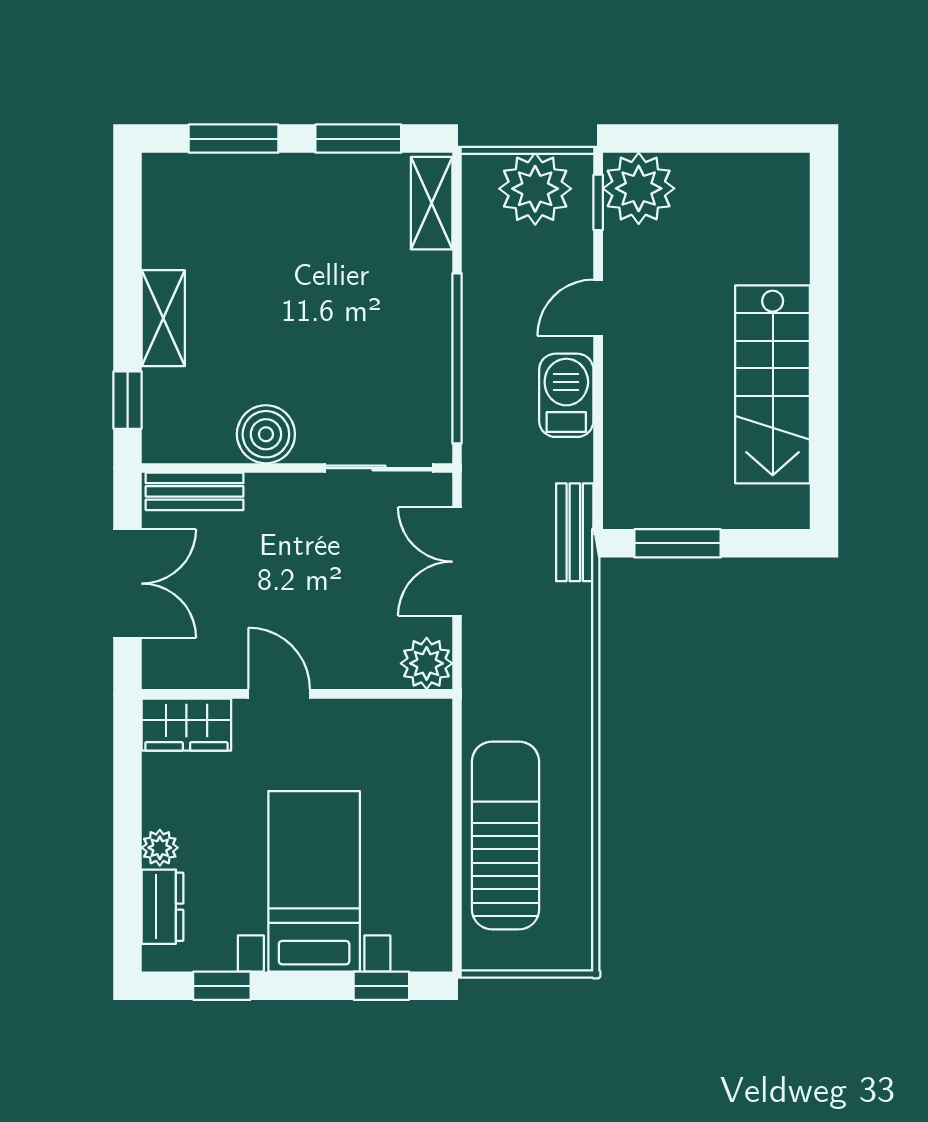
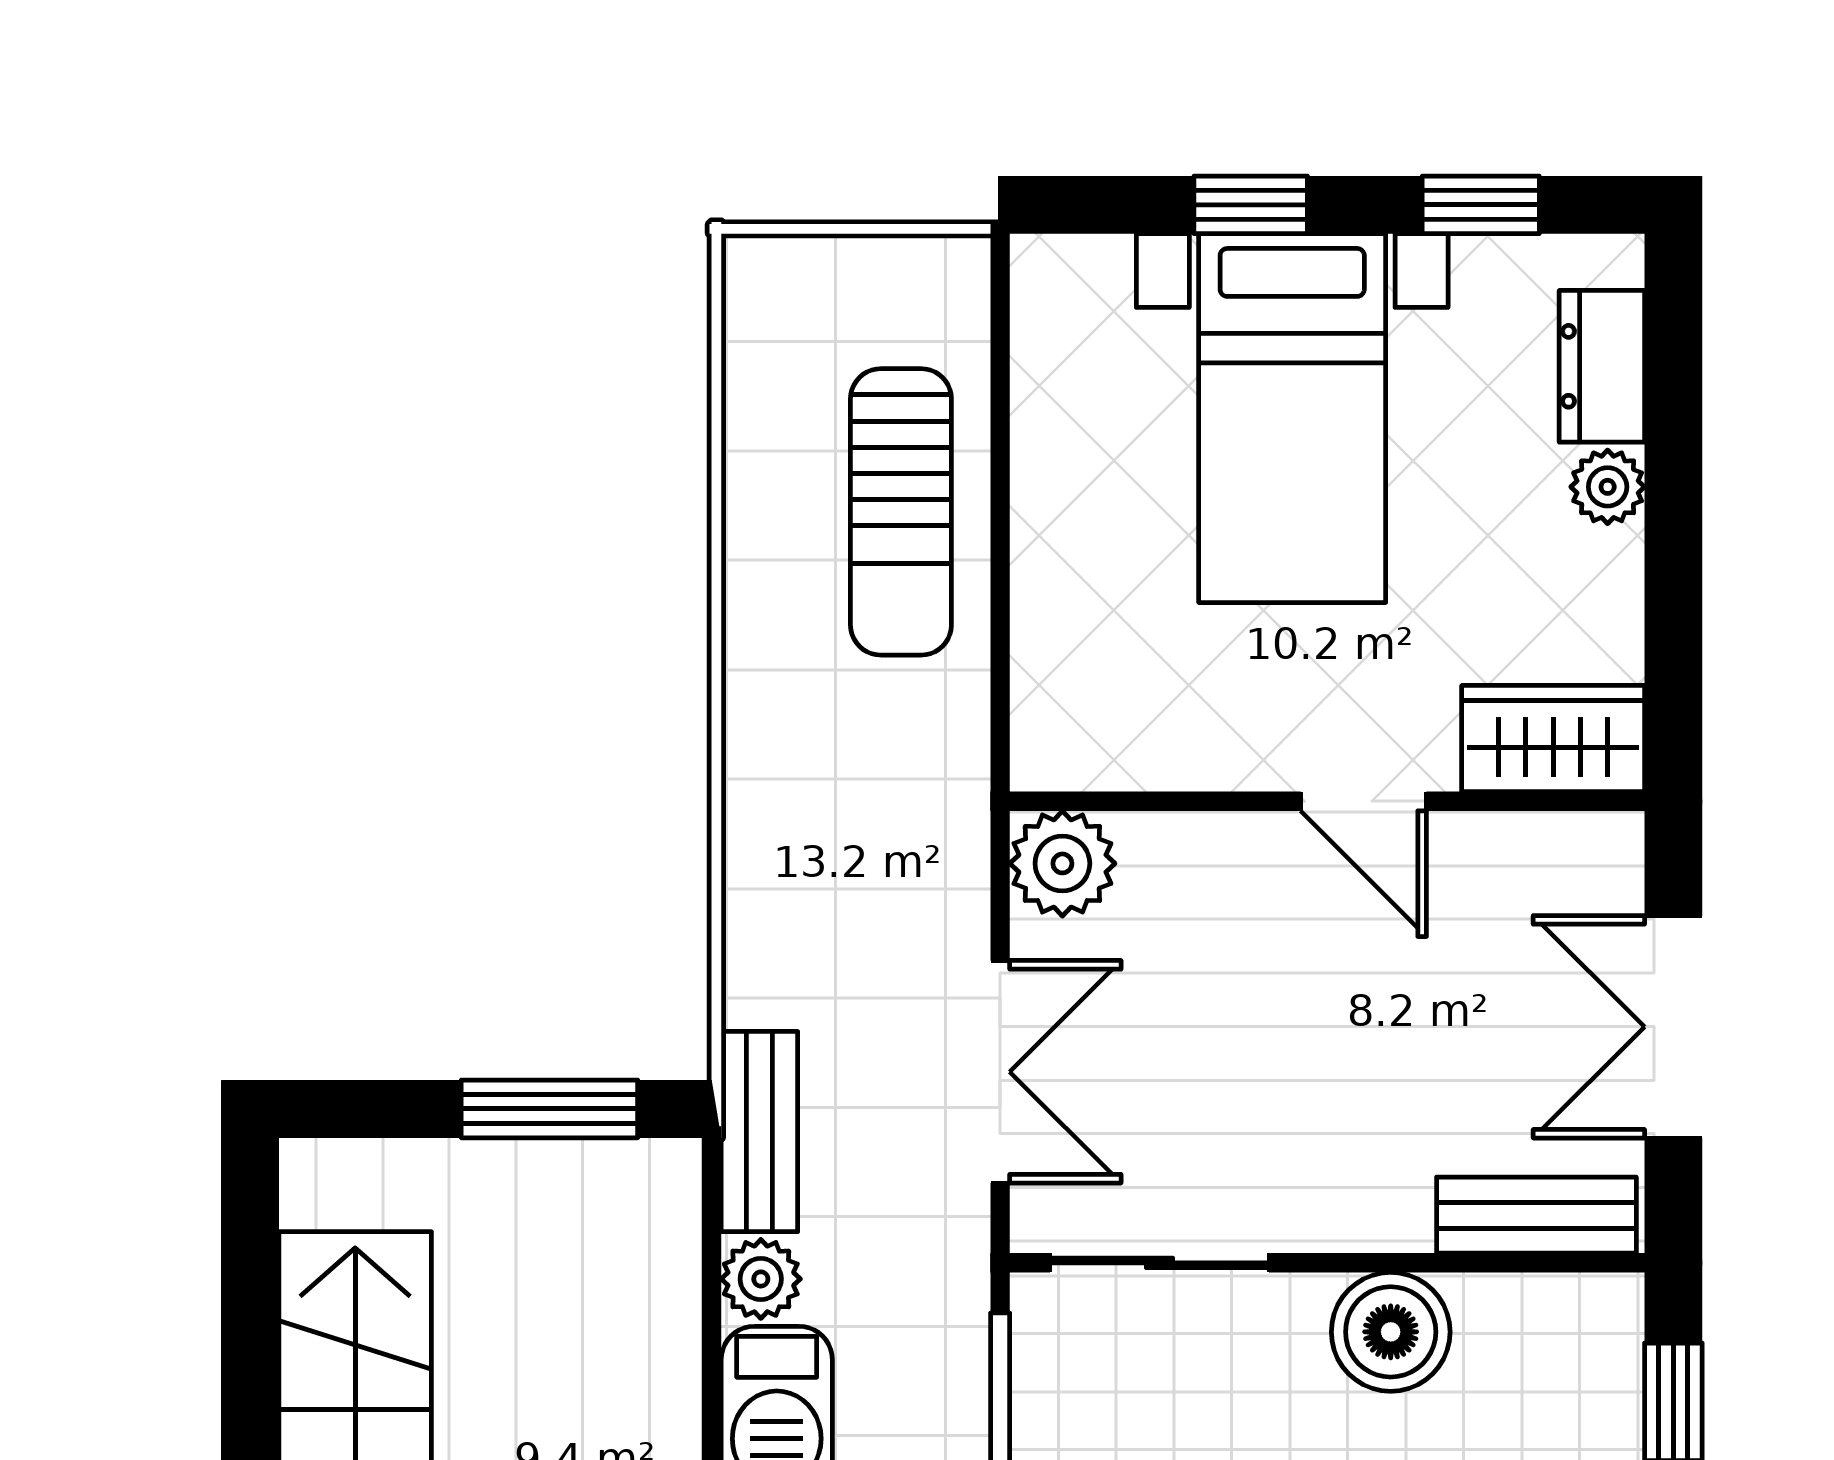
plant: (574, 460) -> (761, 1279), added
sun lounger: (506, 835) -> (901, 512), width x0.73, depth x0.75
window: (381, 986) -> (1251, 205), moved

